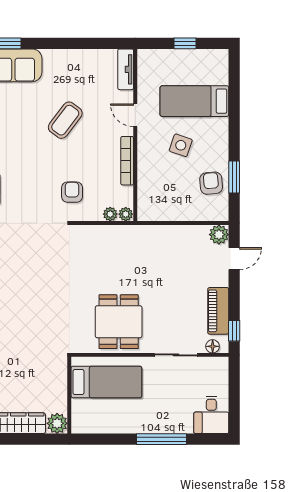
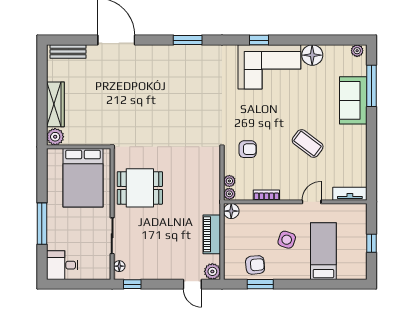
bookcase: (127, 161) -> (266, 195), width x0.64
floor lamp: (146, 212) -> (231, 211), added
piano: (218, 311) -> (212, 234), moved, turned -90
bed: (106, 382) -> (83, 178), width x1.50

